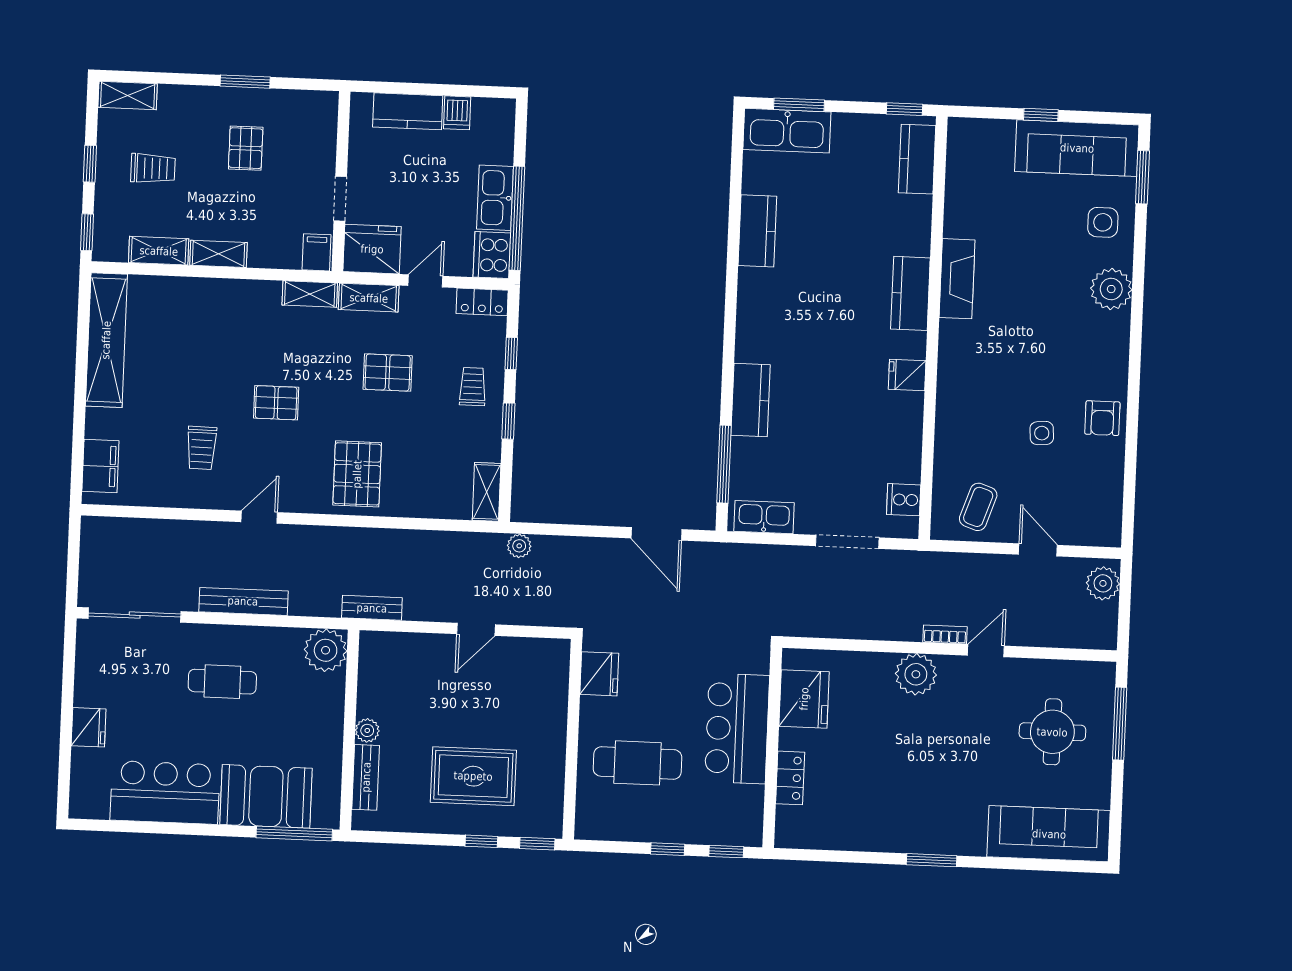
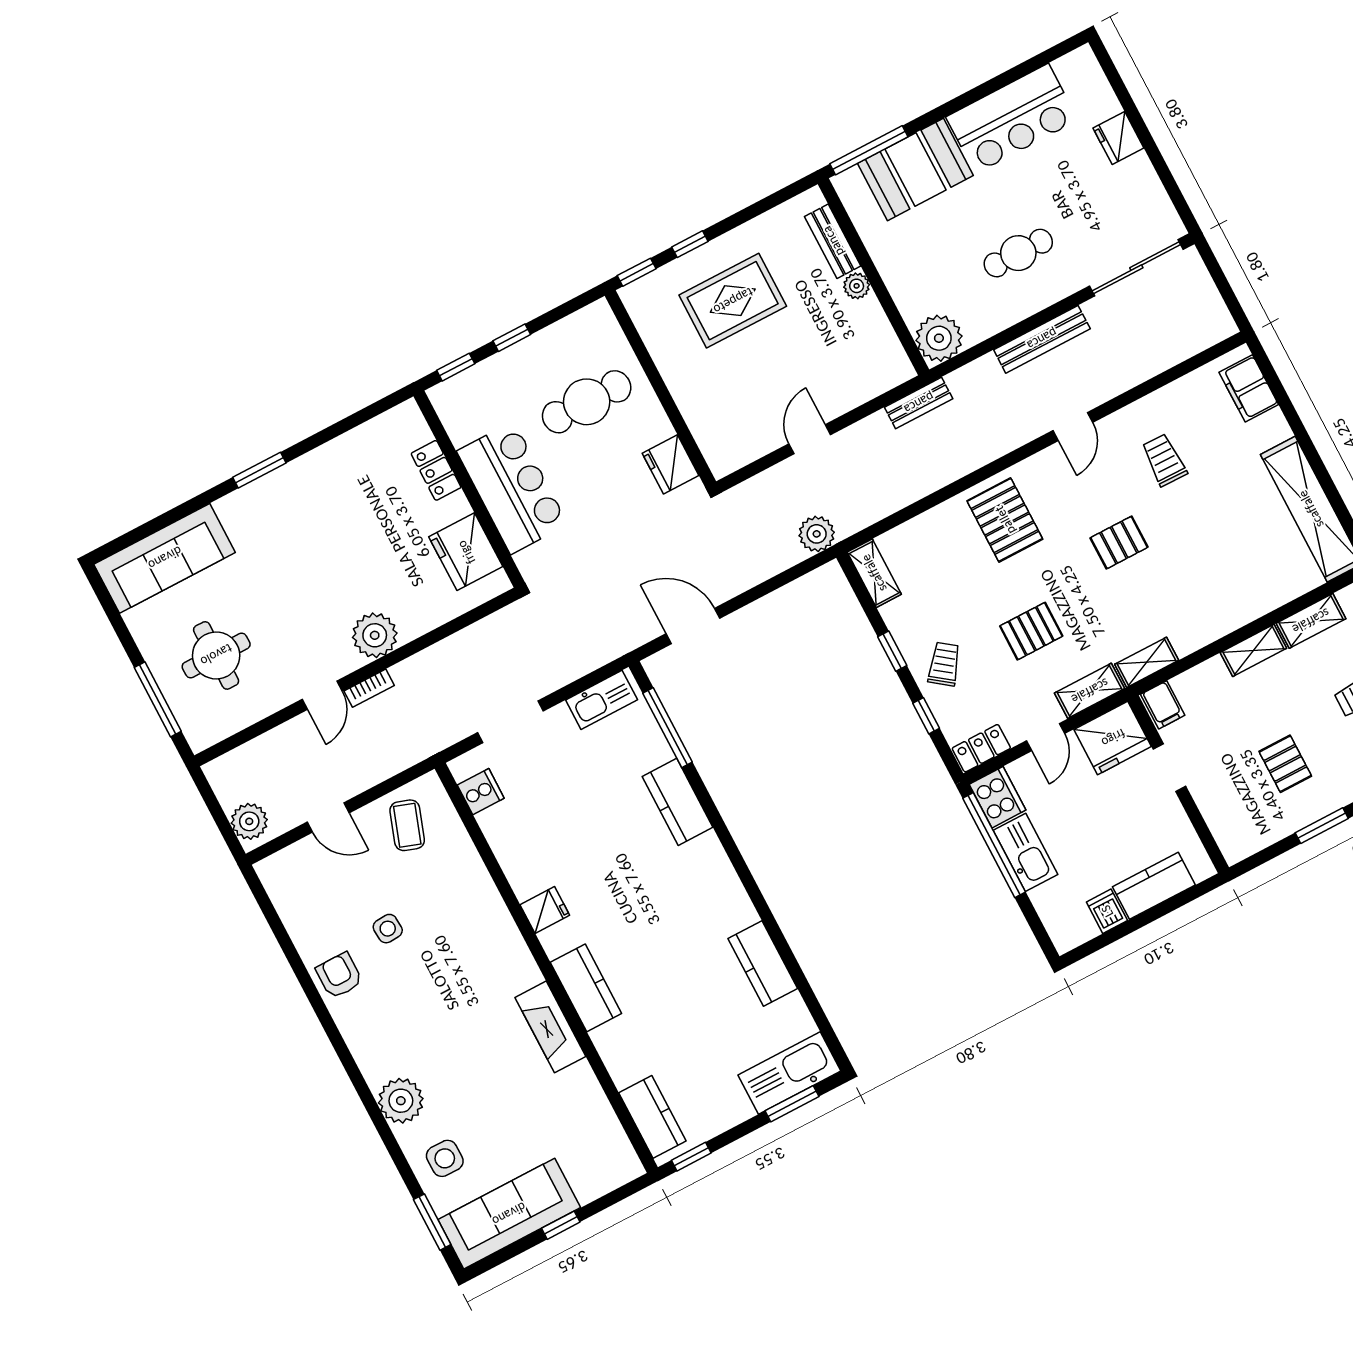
trolley: (473, 387) -> (944, 664), turned -143
plant: (519, 546) -> (817, 534), width x1.38, depth x1.38

